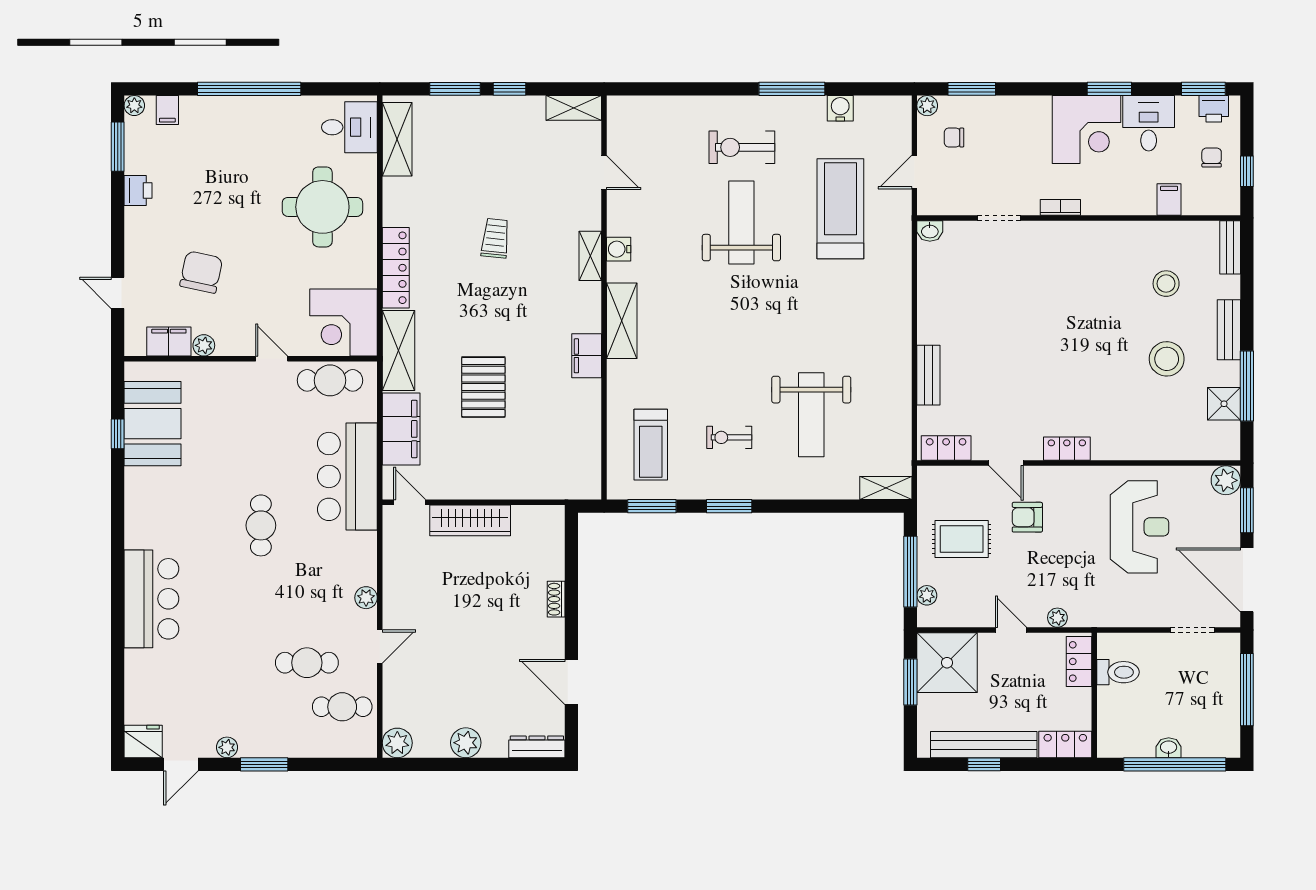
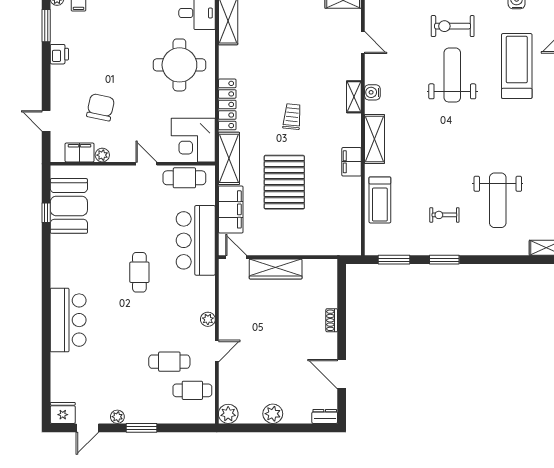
trolley: (495, 238) -> (292, 117), moved
pallet: (483, 387) -> (284, 182), width x1.37, depth x1.41
treadmill: (651, 445) -> (380, 200), moved
dresser: (537, 747) -> (325, 416), width x0.70

